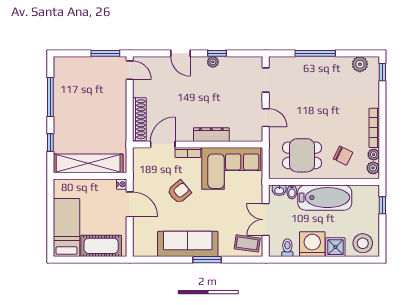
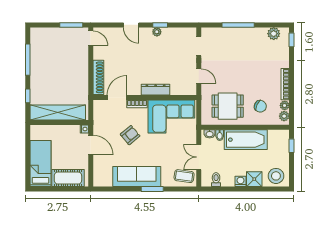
washing machine: (312, 244) -> (241, 181), width x0.53, depth x0.53

